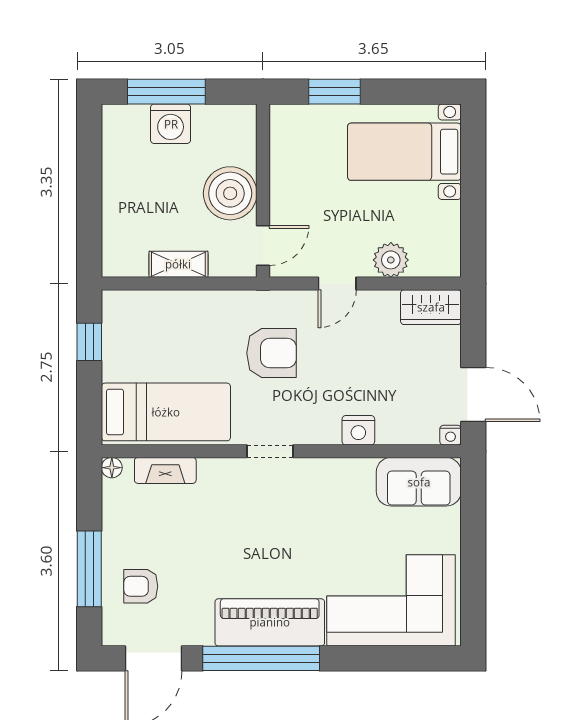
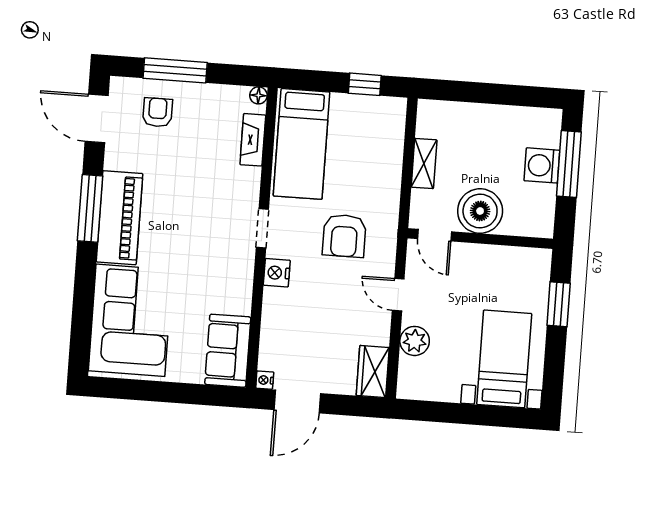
nightstand: (358, 430) -> (277, 273), moved
window: (261, 658) -> (90, 208), width x0.68

